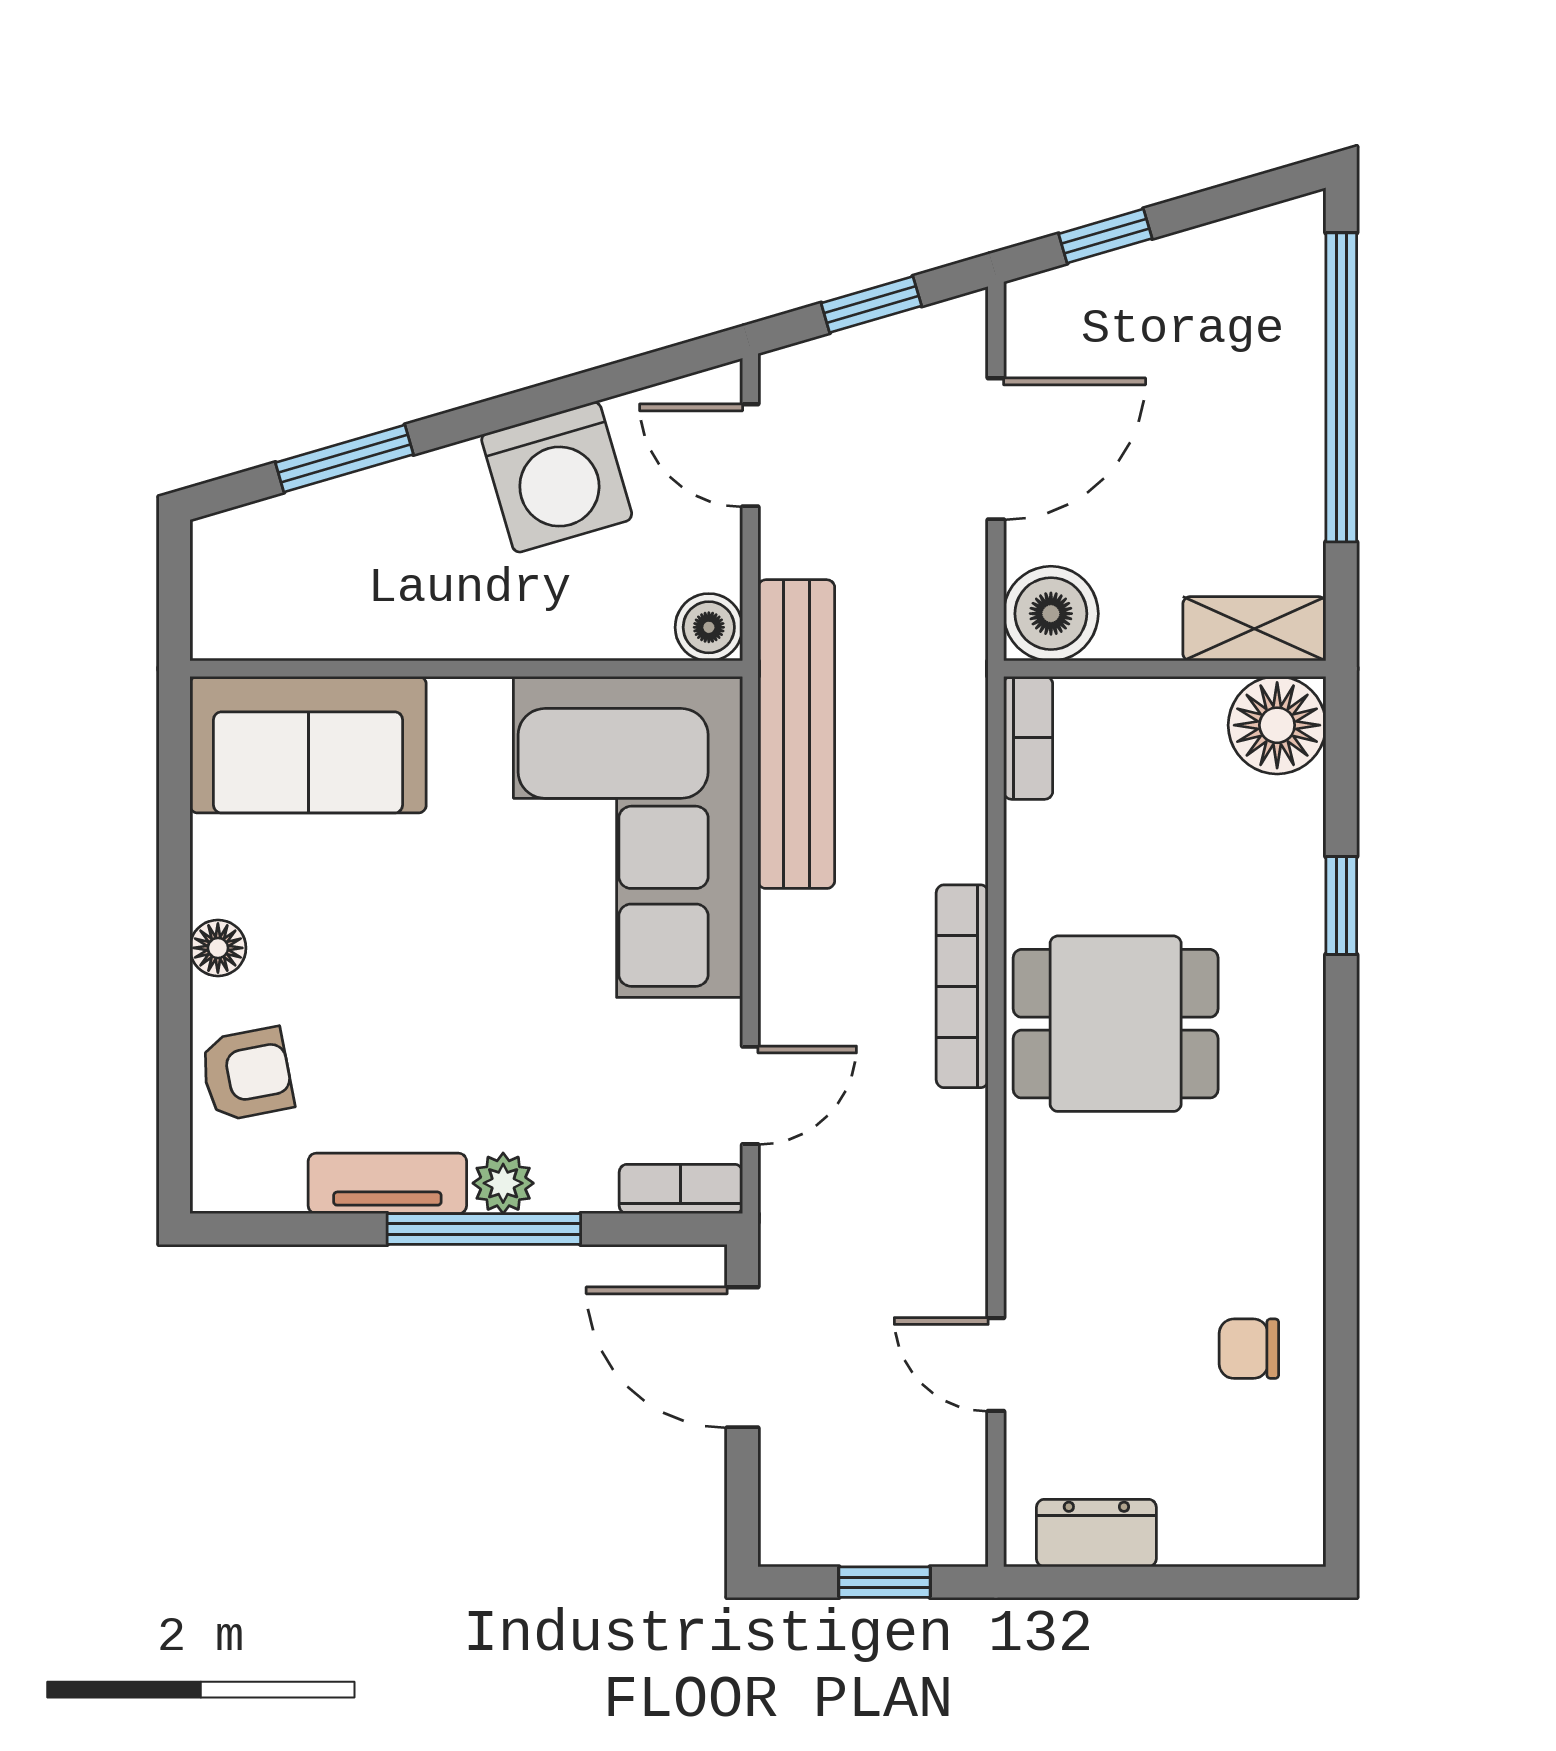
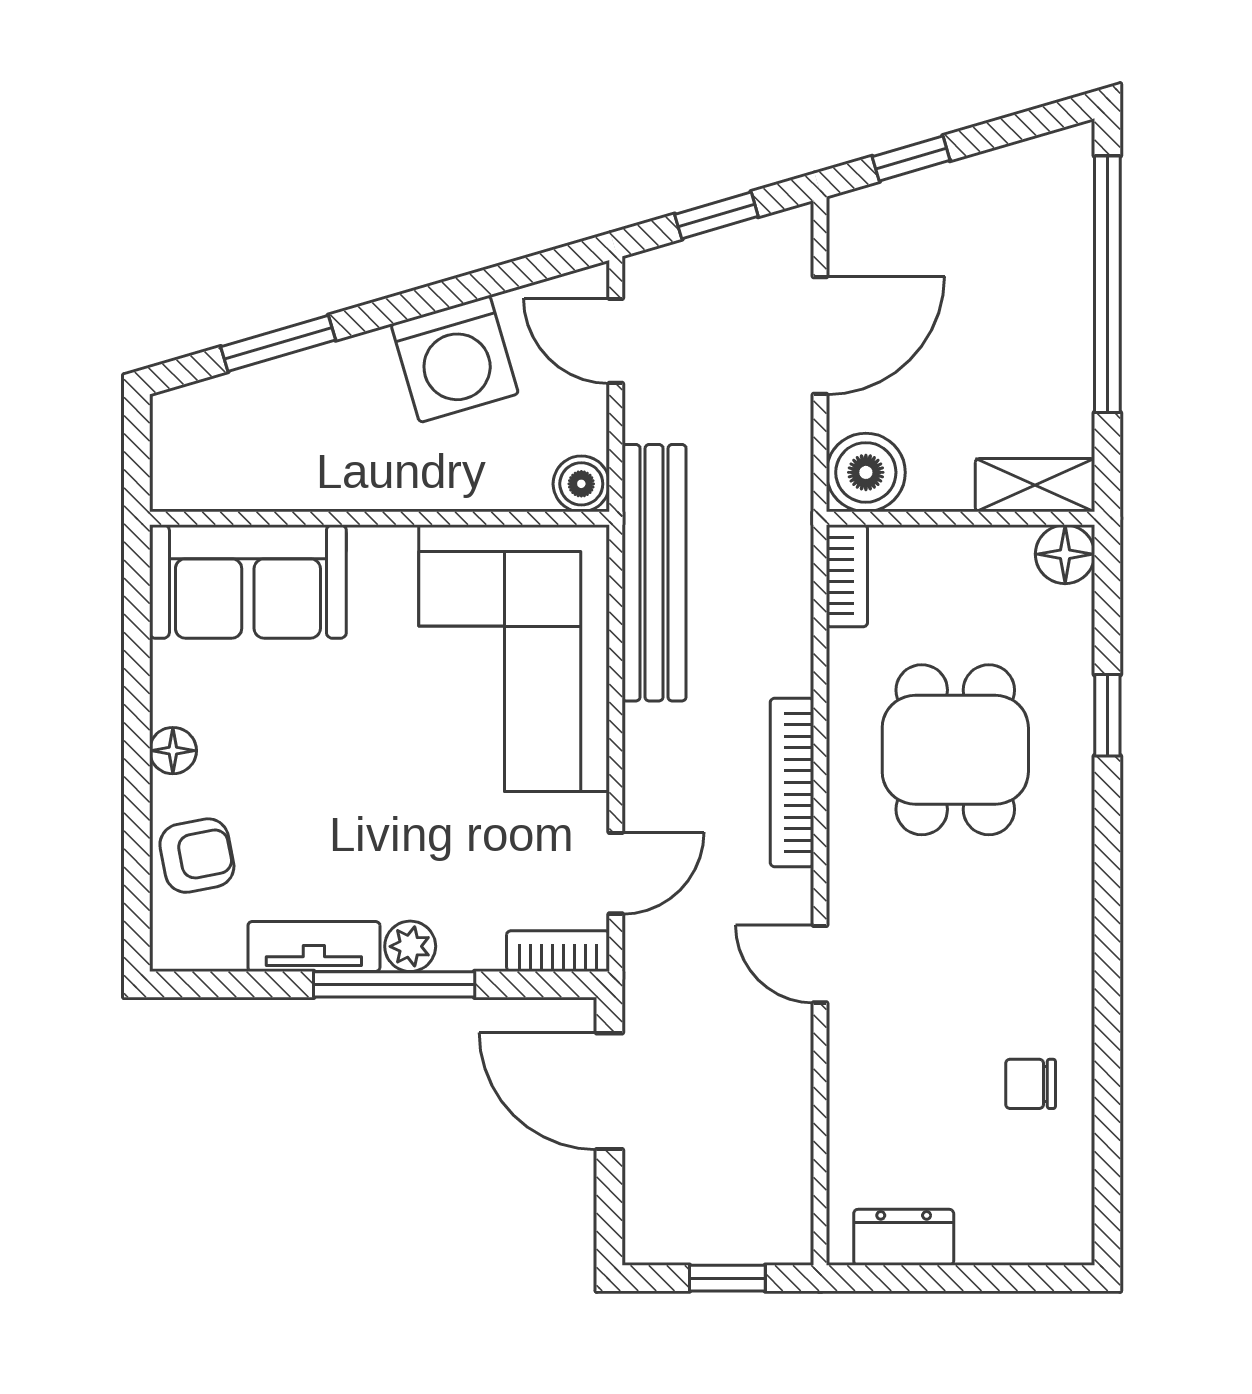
floor lamp: (1277, 725) -> (1065, 554), width x0.73, depth x0.73
dining table: (1116, 1024) -> (955, 750), moved, turned 90
door: (996, 1364) -> (820, 964), moved

